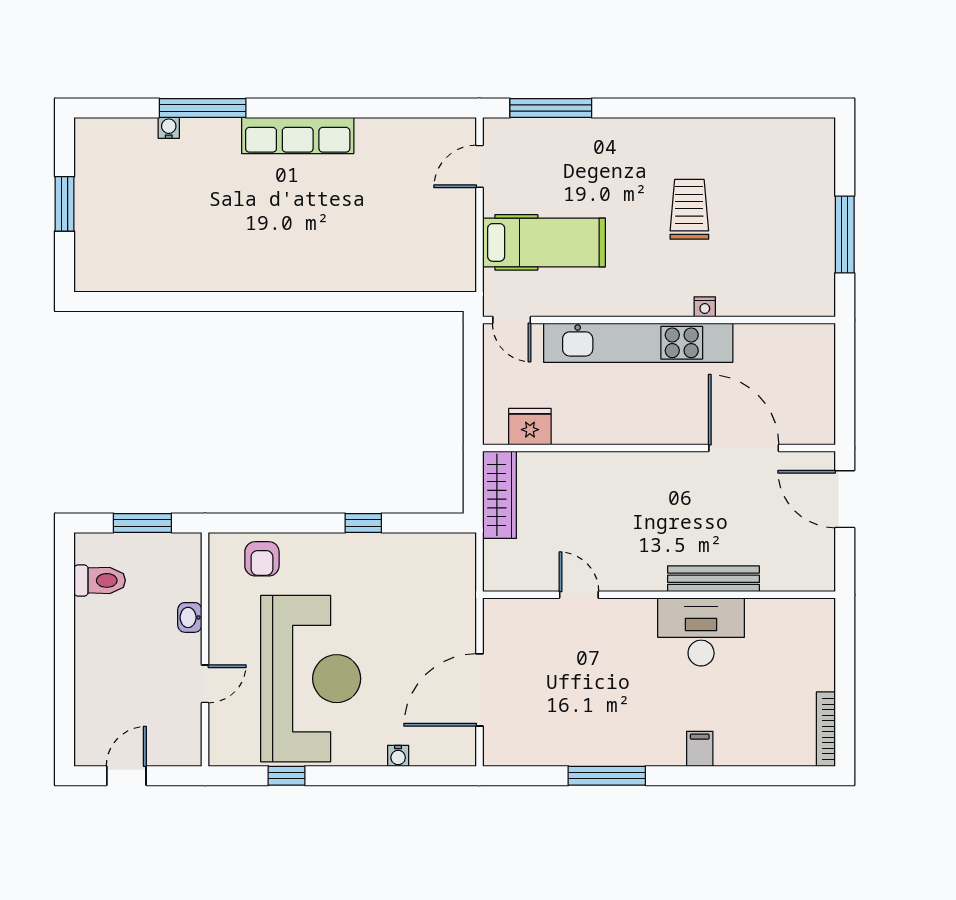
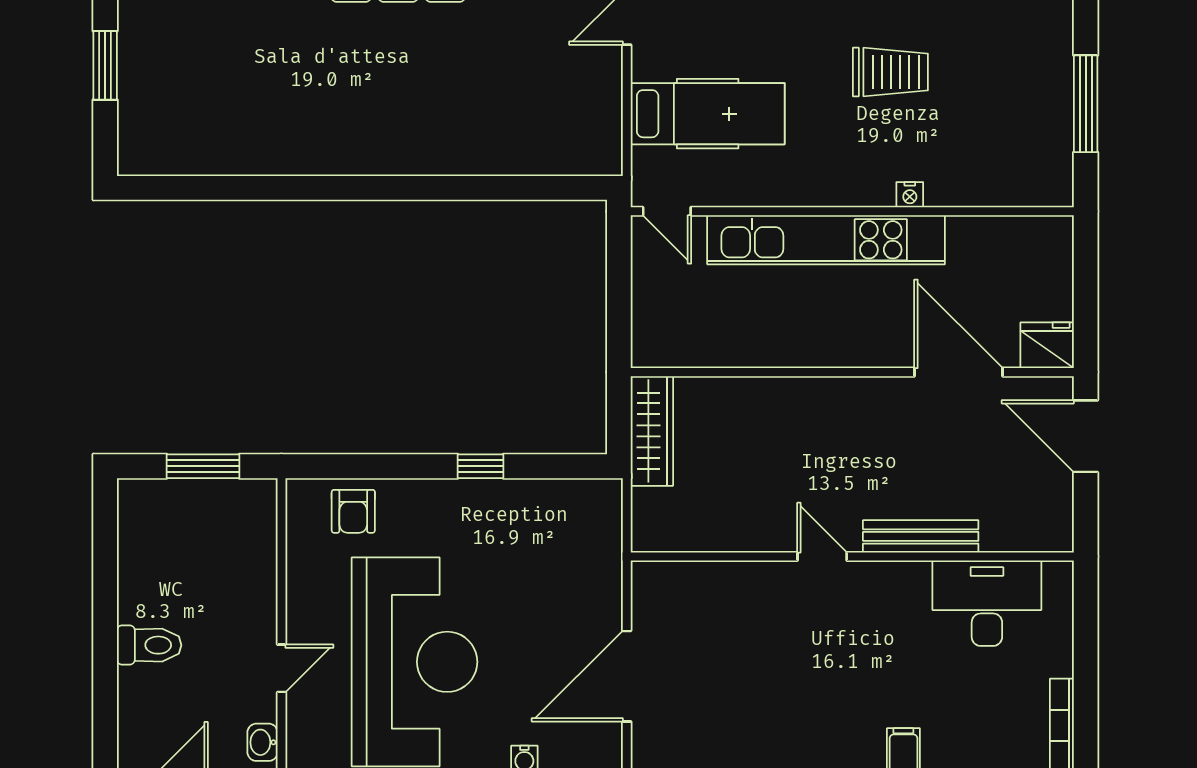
trolley: (689, 209) -> (890, 72), turned 90
fridge: (530, 427) -> (1047, 345), moved
toilet: (100, 580) -> (149, 645), moved
door: (579, 595) -> (822, 556), moved
washbasin: (190, 617) -> (262, 742), moved
desk: (701, 632) -> (987, 603), moved

